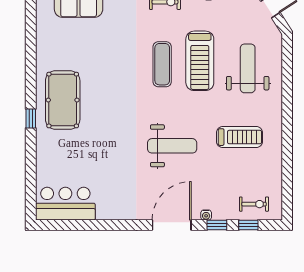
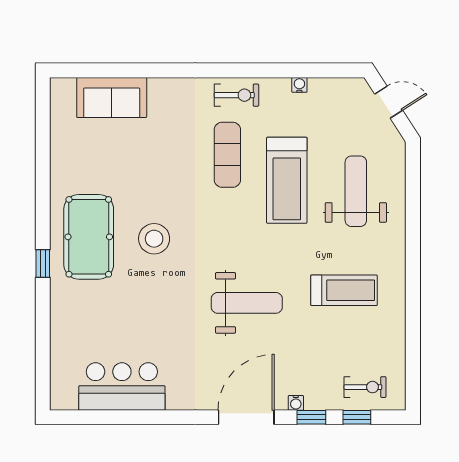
exercise mat: (162, 64) -> (227, 155), moved
stool: (108, 101) -> (154, 239), added
bar counter: (65, 204) -> (122, 386), moved

